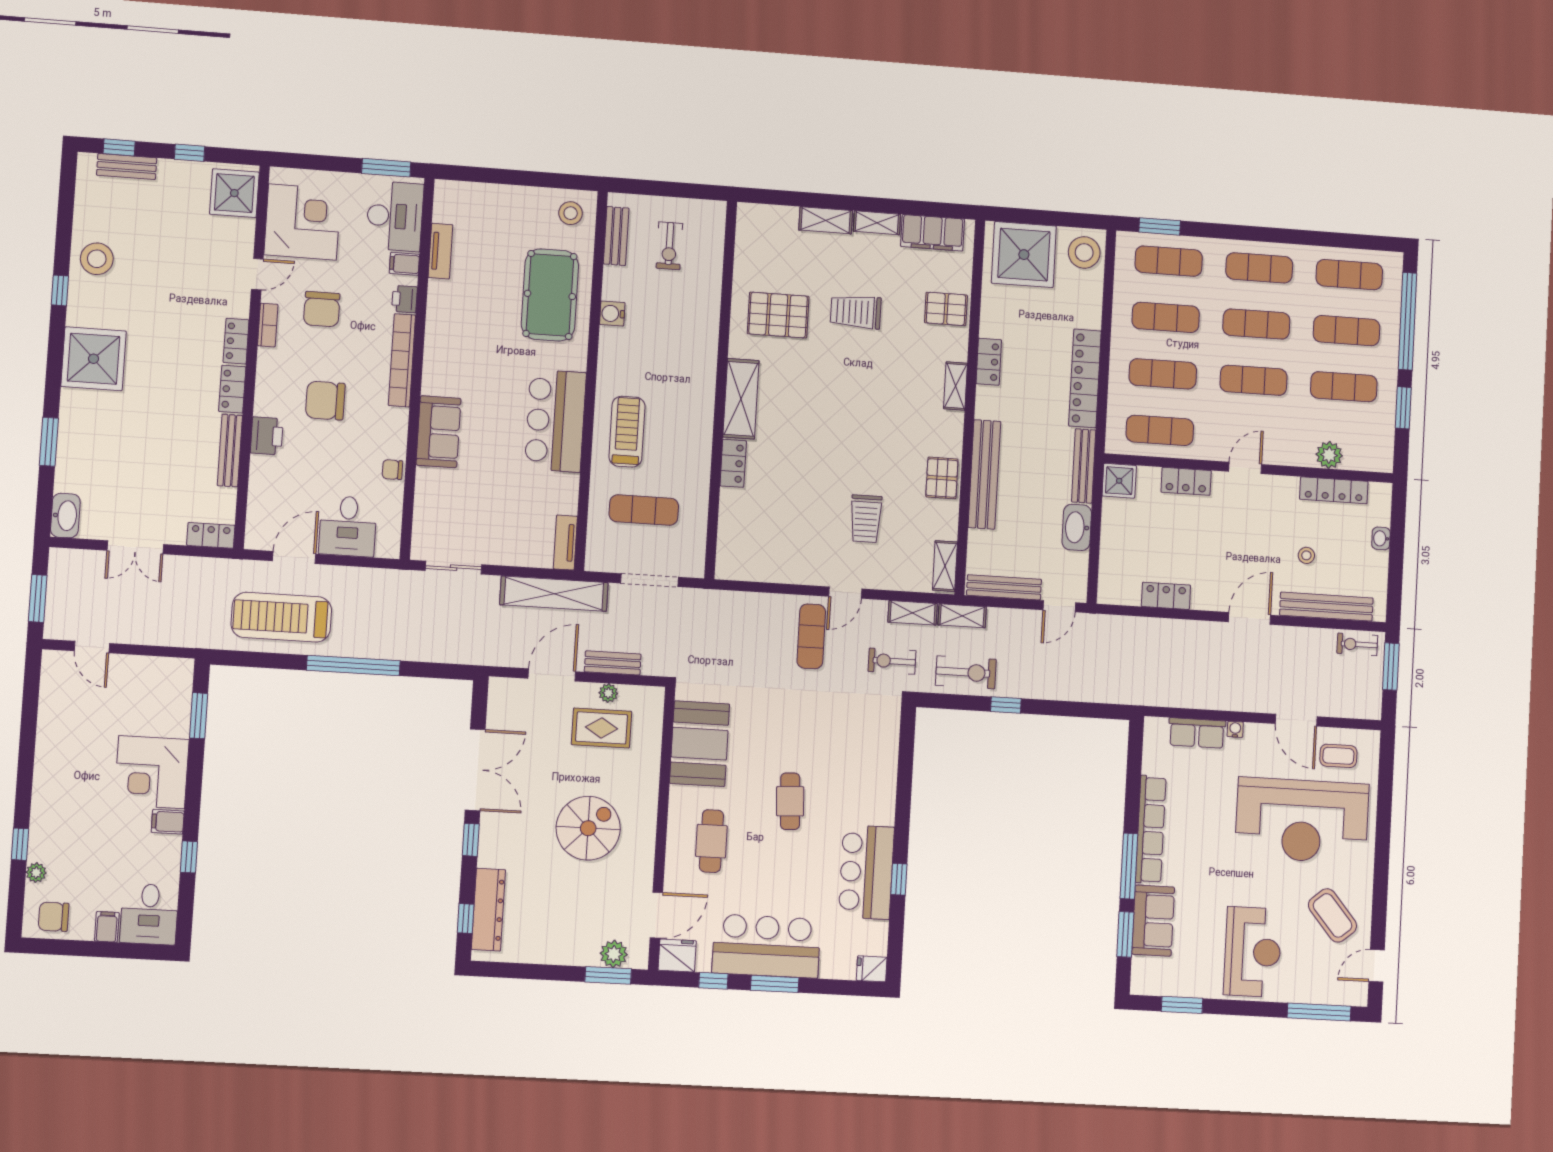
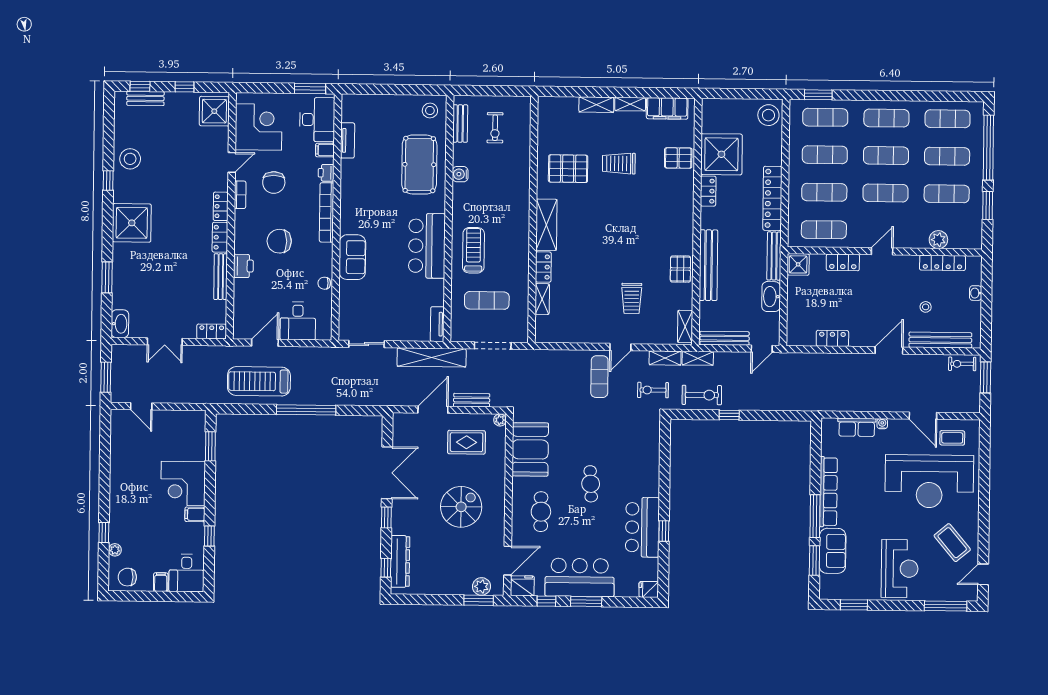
shower: (1024, 255) -> (721, 154), moved
shelving: (955, 386) -> (542, 299), moved
plant: (608, 693) -> (500, 420), moved

